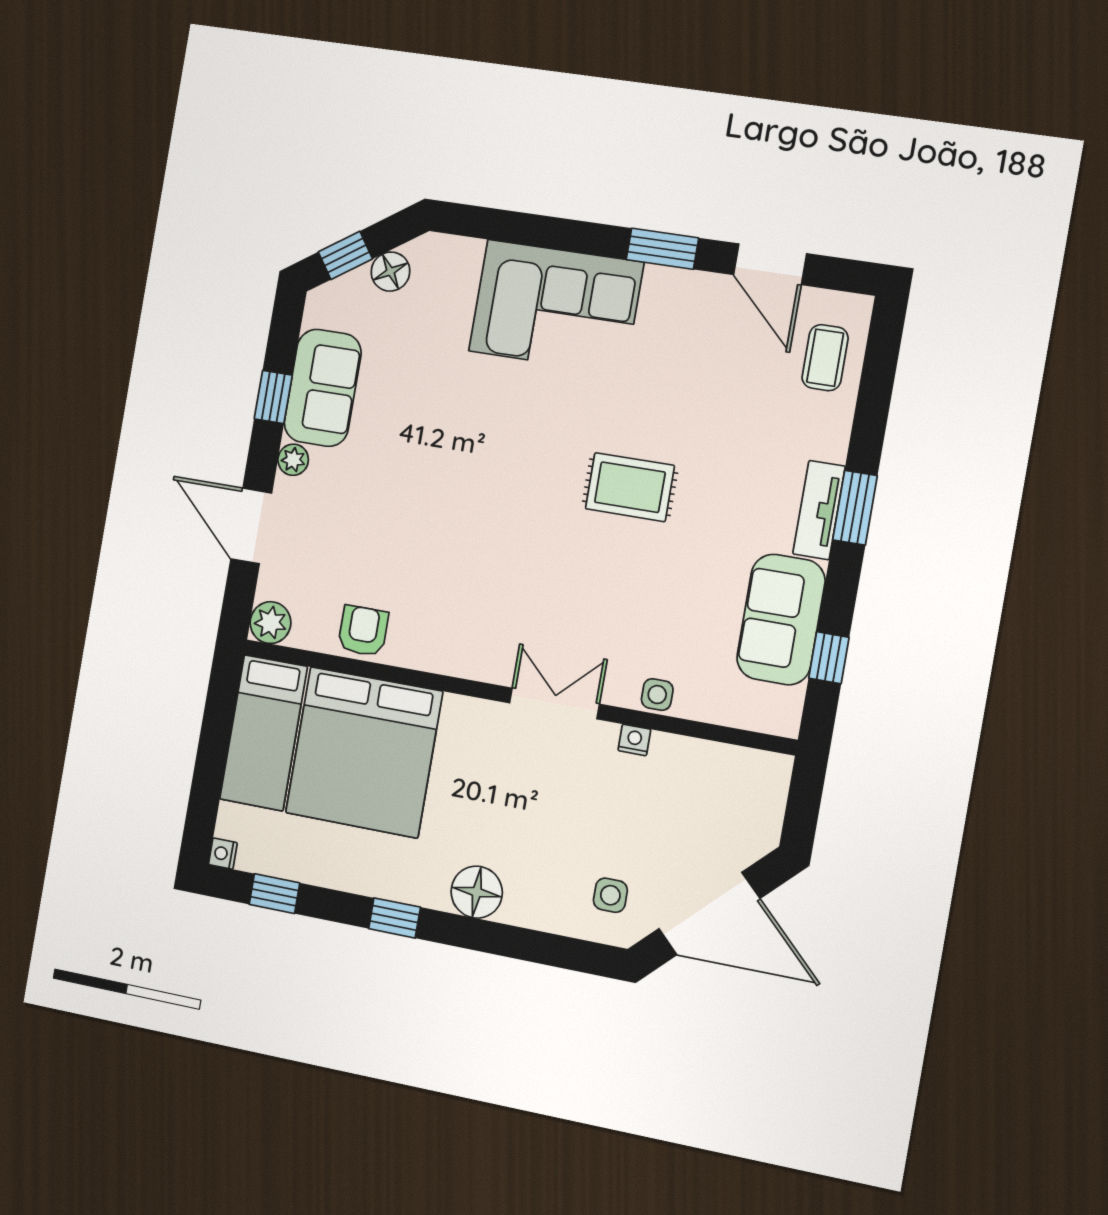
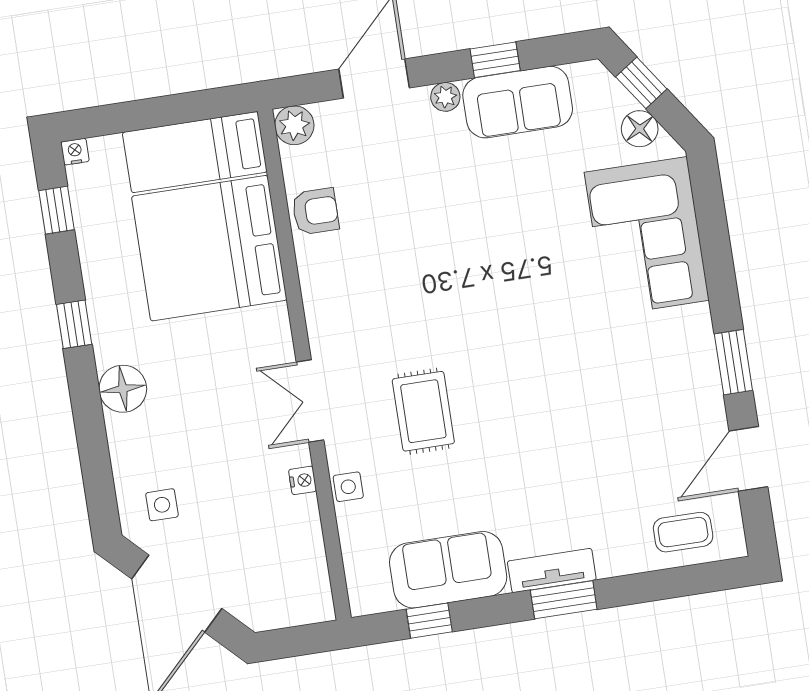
corner sofa: (556, 307) -> (647, 236), moved
rug: (630, 487) -> (423, 411), moved
double door: (554, 704) -> (310, 401), swing flipped

